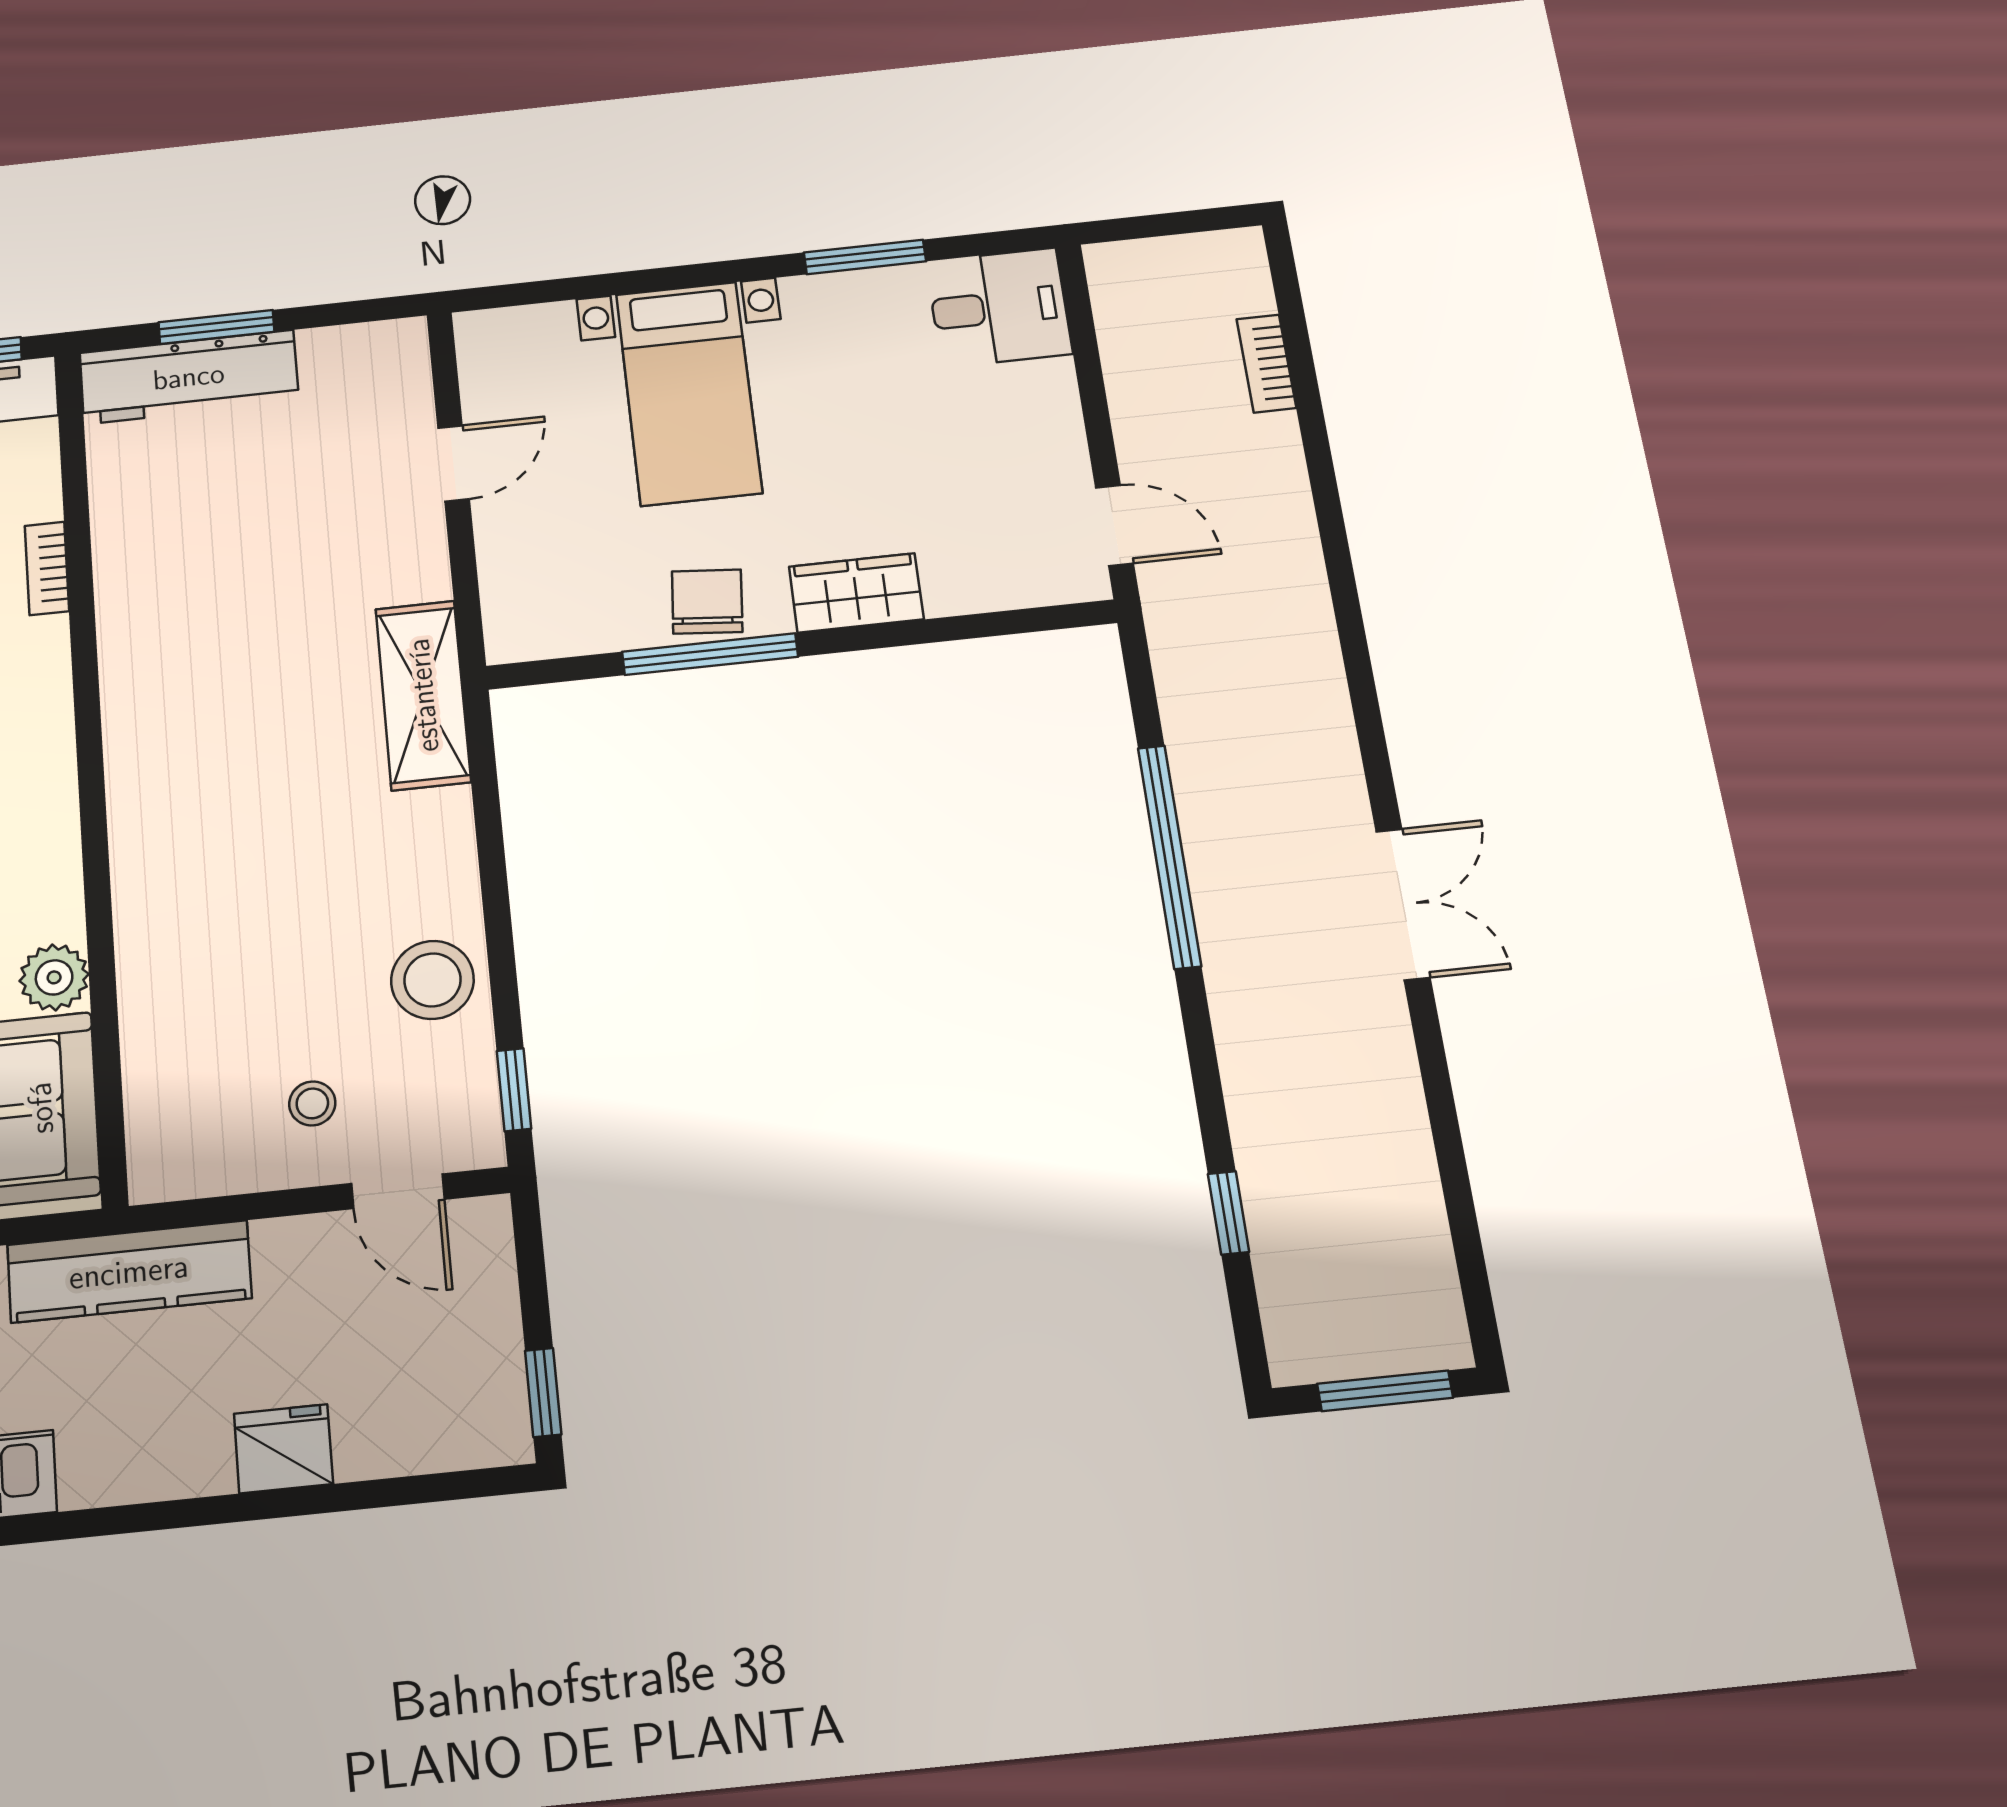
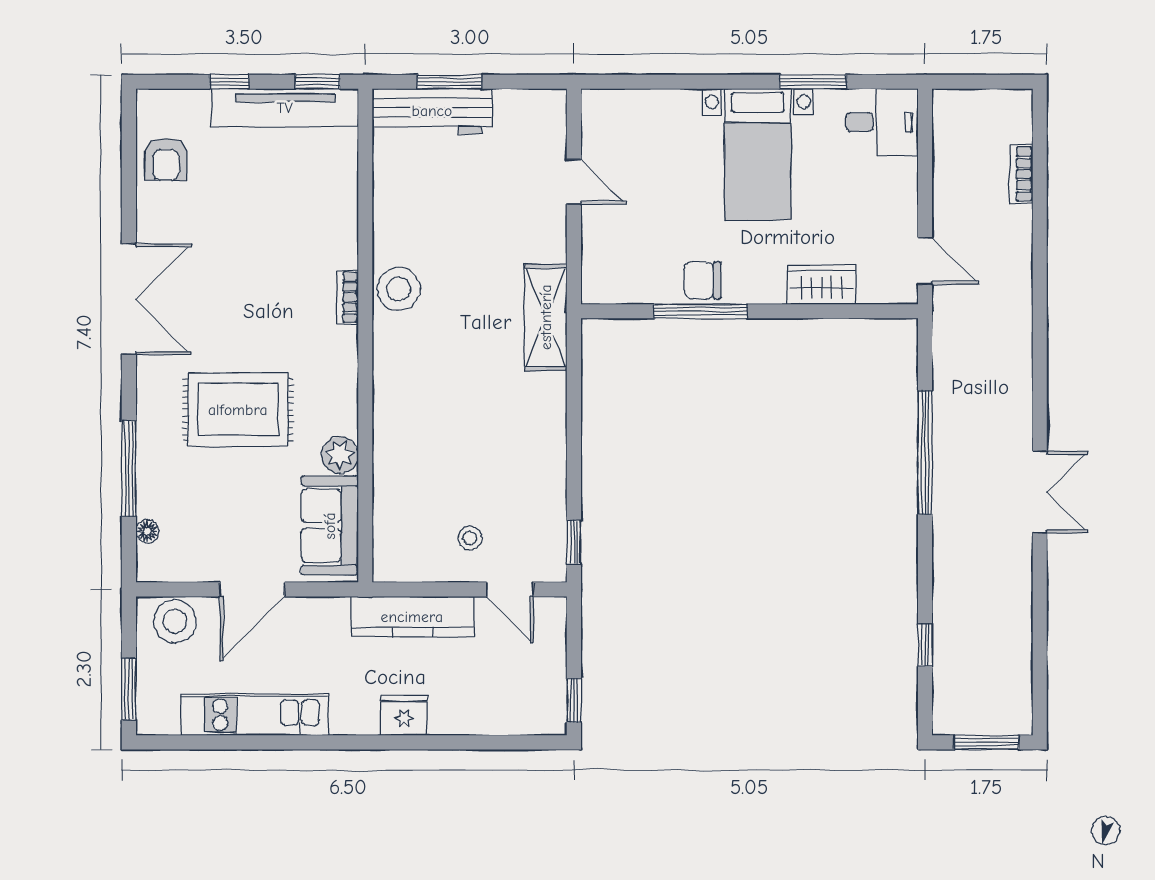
bed with nightstands: (689, 393) -> (758, 154), moved
door: (454, 463) -> (574, 182), hinge flipped
bookcase: (47, 568) -> (347, 297), moved
wardrobe: (856, 593) -> (822, 285), moved
chair: (707, 602) -> (703, 280), turned -95
stool: (432, 980) -> (399, 289), moved
kitchen counter: (129, 1272) -> (412, 617), moved
fridge: (283, 1449) -> (404, 715), moved

